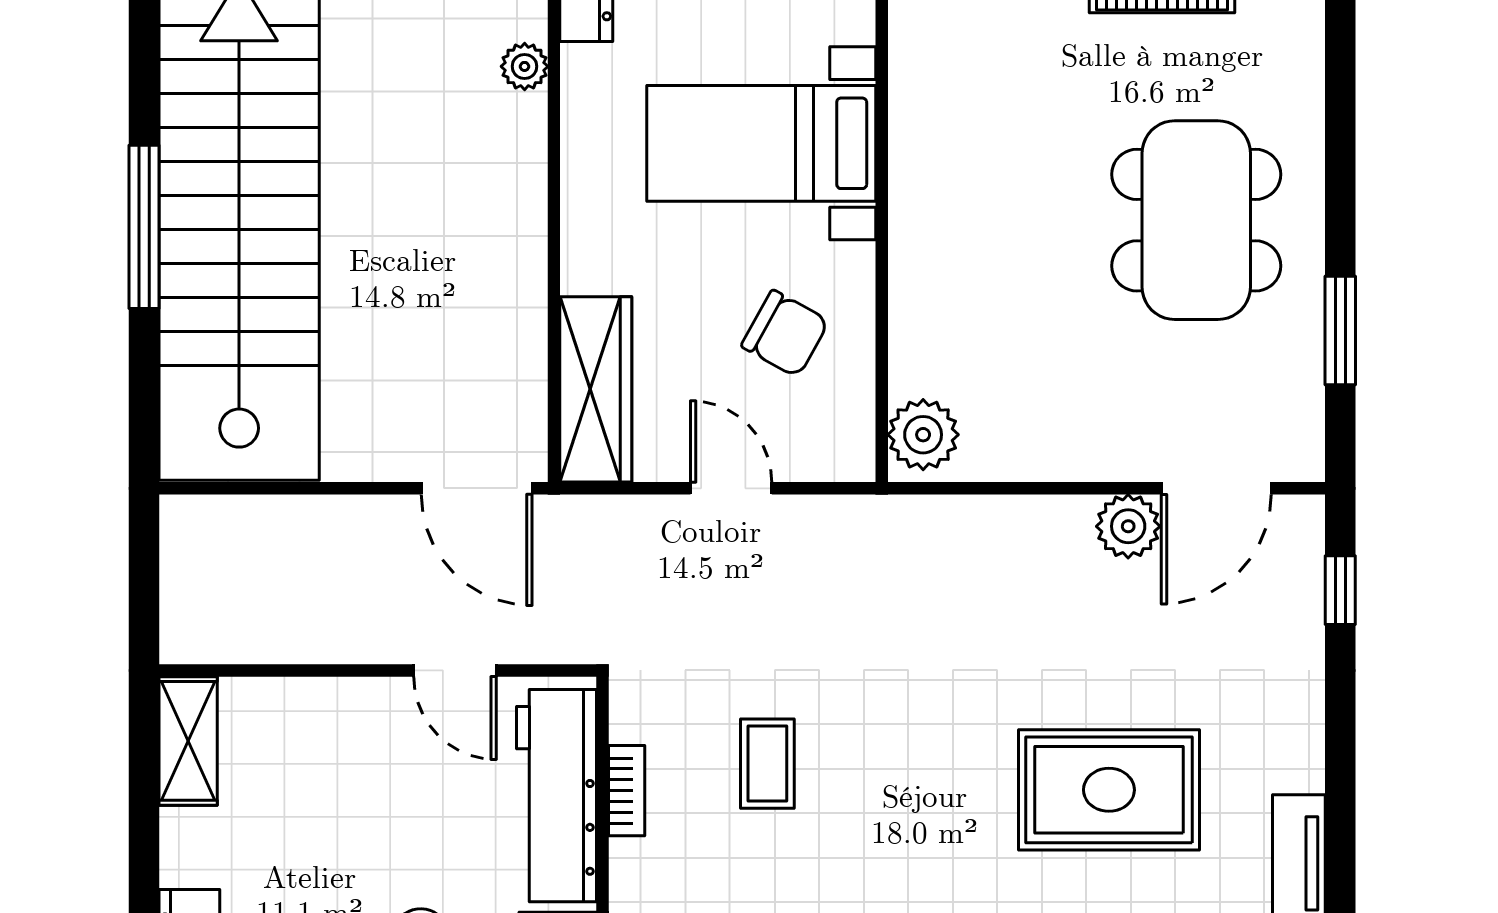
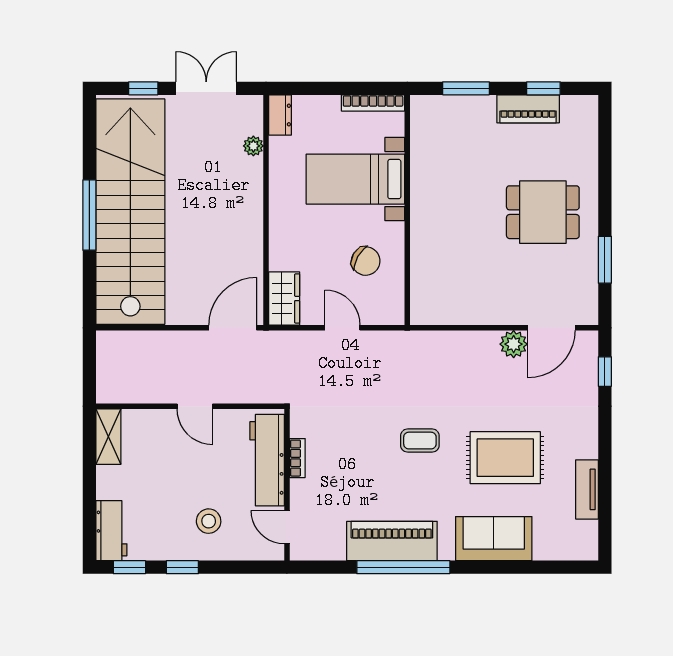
dining table: (1196, 220) -> (543, 212), width x0.73
wardrobe: (596, 389) -> (284, 298), width x0.67
plant: (923, 435) -> (425, 305), removed
door: (477, 488) -> (233, 328), swing flipped
door: (455, 670) -> (195, 406), moved
coffee table: (767, 764) -> (420, 441), moved, turned 90

